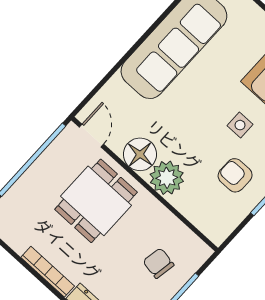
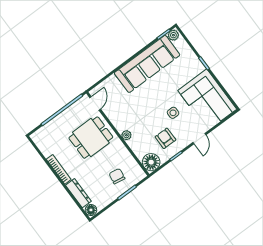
floor lamp: (140, 154) -> (151, 162), moved
plant: (167, 178) -> (126, 135), width x0.53, depth x0.53

